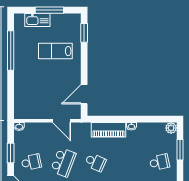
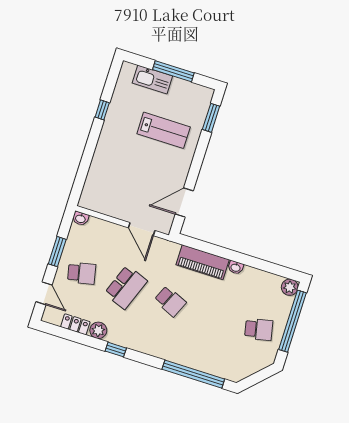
window: (11, 50) -> (102, 110), width x0.32
lab bench: (55, 51) -> (164, 130), turned 180
window: (180, 150) -> (293, 321), width x2.11

